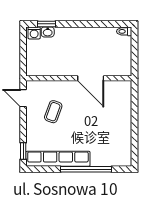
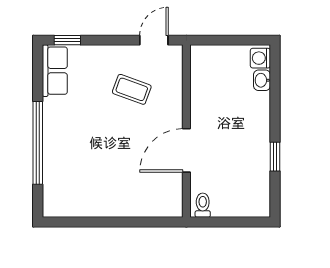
window: (46, 24) -> (275, 157), moved
toilet: (124, 31) -> (203, 205), moved
row of seats: (58, 159) -> (55, 71), width x0.50

